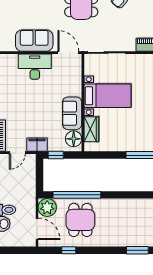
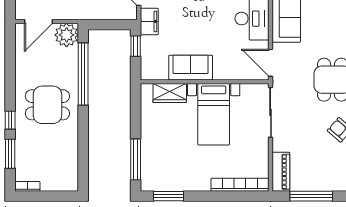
door: (68, 53) -> (271, 63), swing flipped
floor lamp: (74, 139) -> (157, 70), removed
dining table: (80, 220) -> (47, 105), moved
window: (69, 250) -> (10, 120), moved

